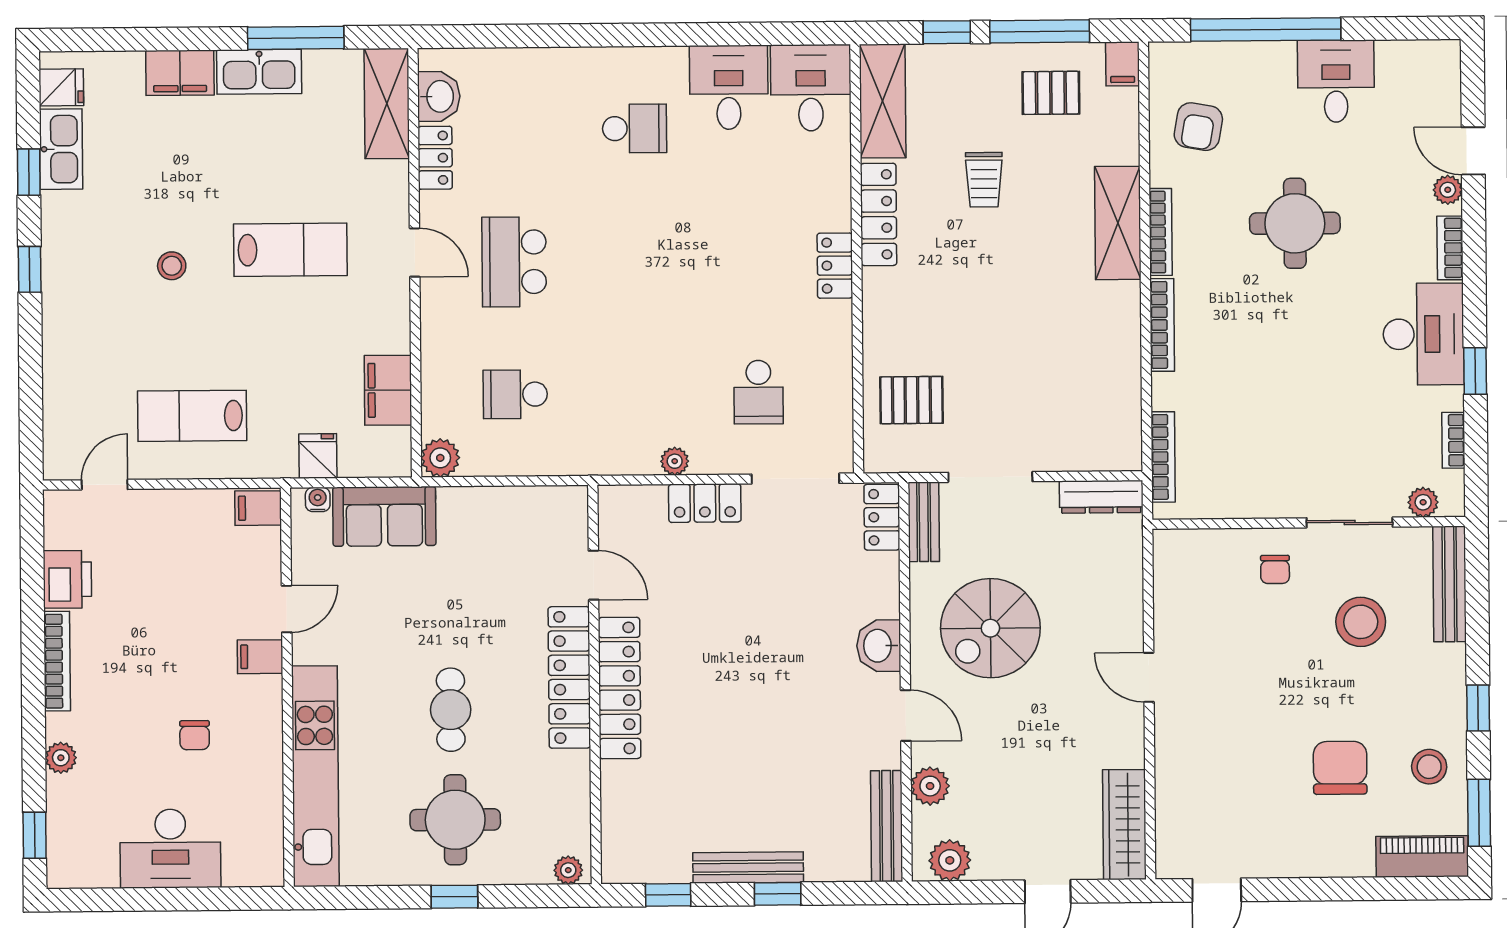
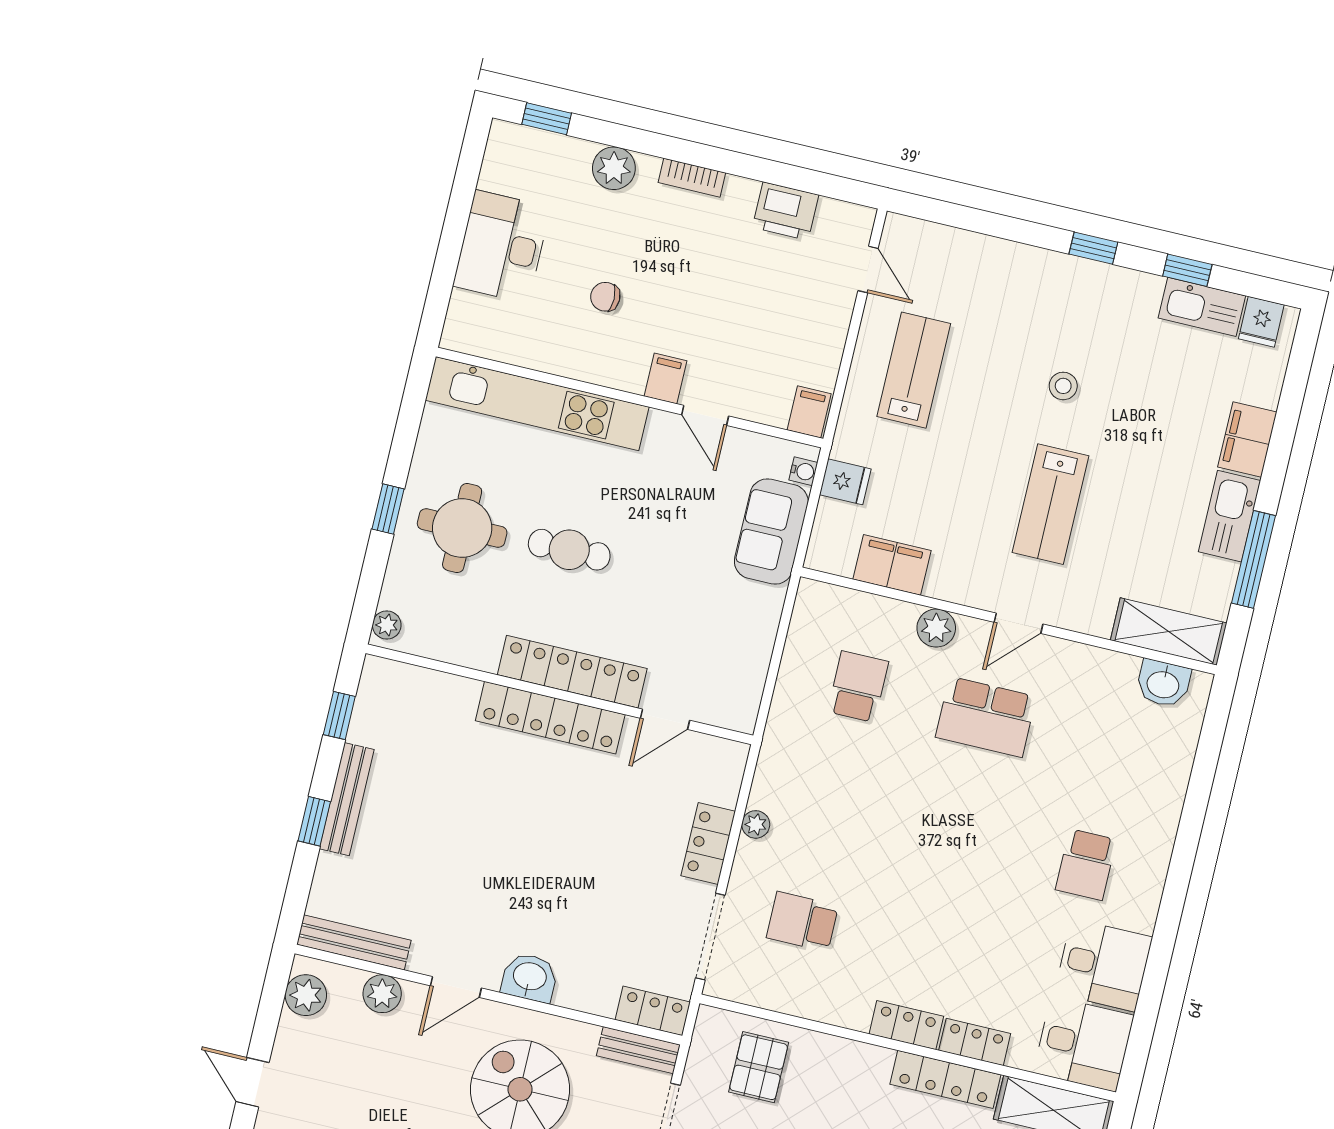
locker: (435, 158) -> (975, 1042), moved, turned 180
school desk: (514, 262) -> (986, 717), turned 180
plant: (440, 458) -> (936, 628), moved
bookcase: (57, 661) -> (692, 178), width x0.64
plant: (61, 758) -> (614, 168), width x1.38, depth x1.38

